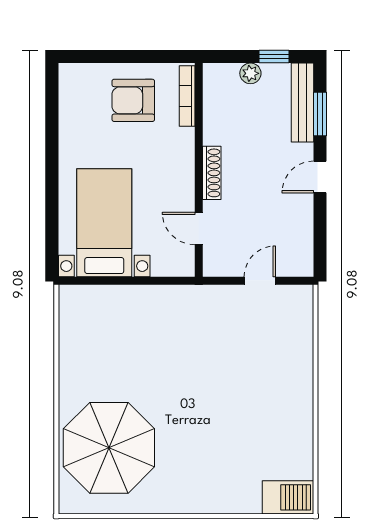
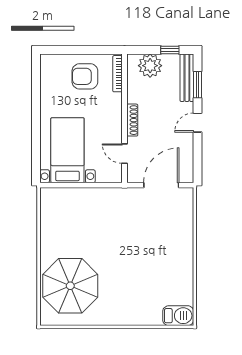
plant: (250, 73) -> (150, 66), width x1.87, depth x1.87
door: (260, 281) -> (161, 185), width x1.87

